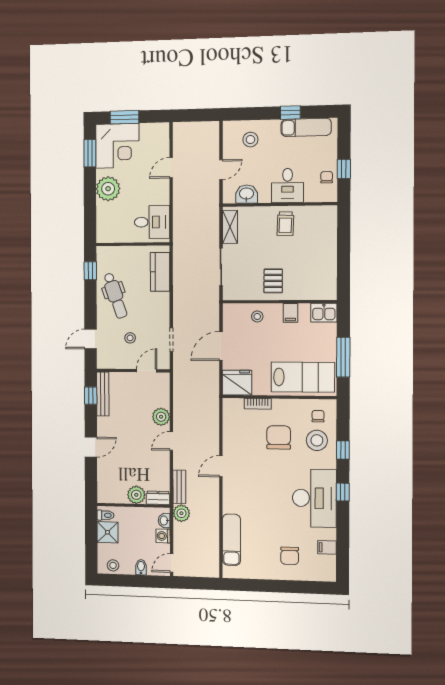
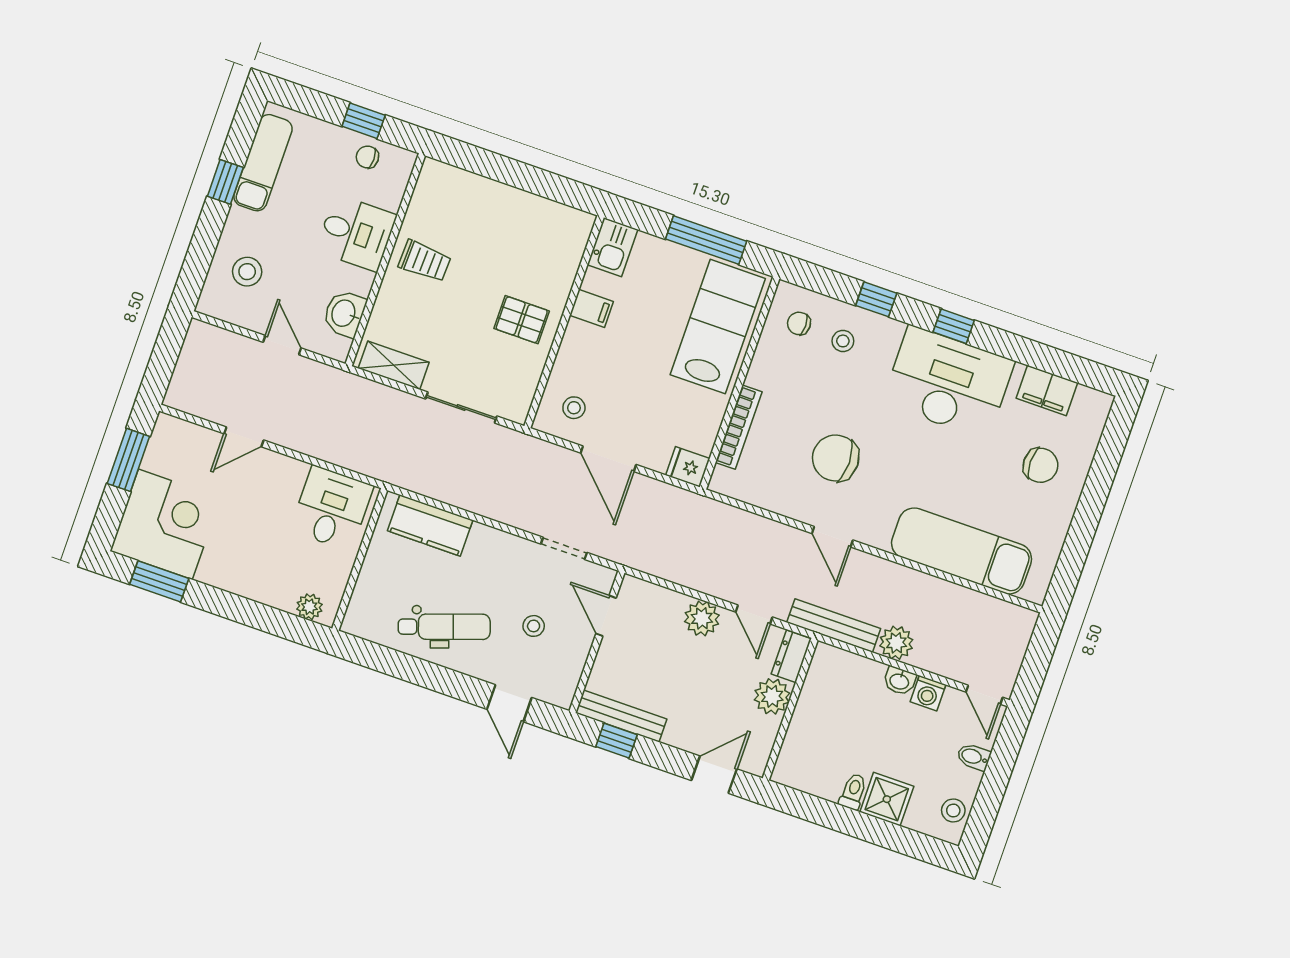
window: (125, 117) -> (128, 460), moved
door: (171, 168) -> (244, 437), hinge flipped
plant: (108, 189) -> (309, 607), moved, width x0.53, depth x0.53
window: (90, 271) -> (380, 658), removed
stool: (257, 316) -> (574, 408), moved
fridge: (237, 383) -> (688, 467), width x0.53, depth x0.75
bookcase: (258, 404) -> (739, 427), width x1.56
chair: (279, 437) -> (836, 458), moved
stool: (317, 440) -> (843, 341), width x0.53, depth x0.53
door: (91, 447) -> (714, 775), hinge flipped
bench: (179, 487) -> (834, 626), width x1.36
plant: (136, 495) -> (772, 696), moved
dresser: (158, 498) -> (791, 656), moved
wall: (133, 505) -> (790, 709), moved
exam couch: (231, 540) -> (962, 551), width x1.36, depth x1.45
filing cabinet: (327, 547) -> (1047, 390), width x2.00

